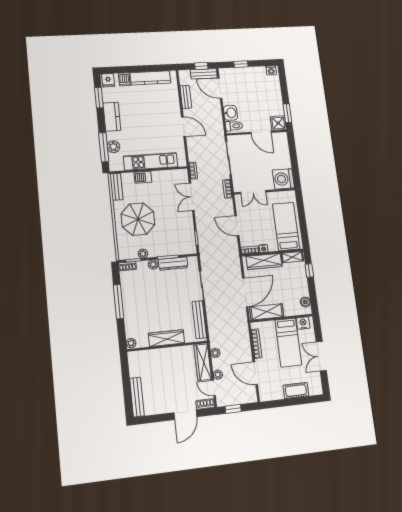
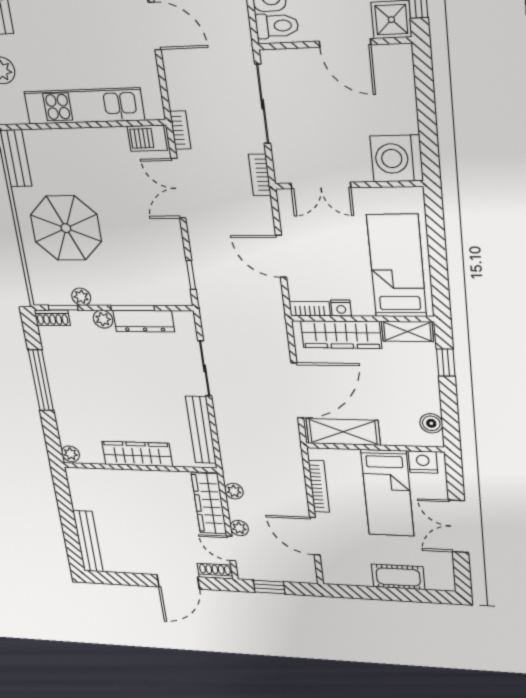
barbecue: (143, 177) -> (147, 138), moved

